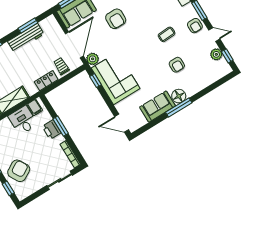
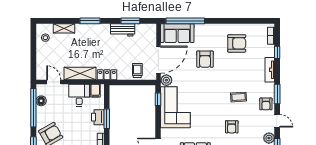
workbench: (26, 38) -> (123, 30), width x0.73
locker: (46, 81) -> (107, 75), moved

